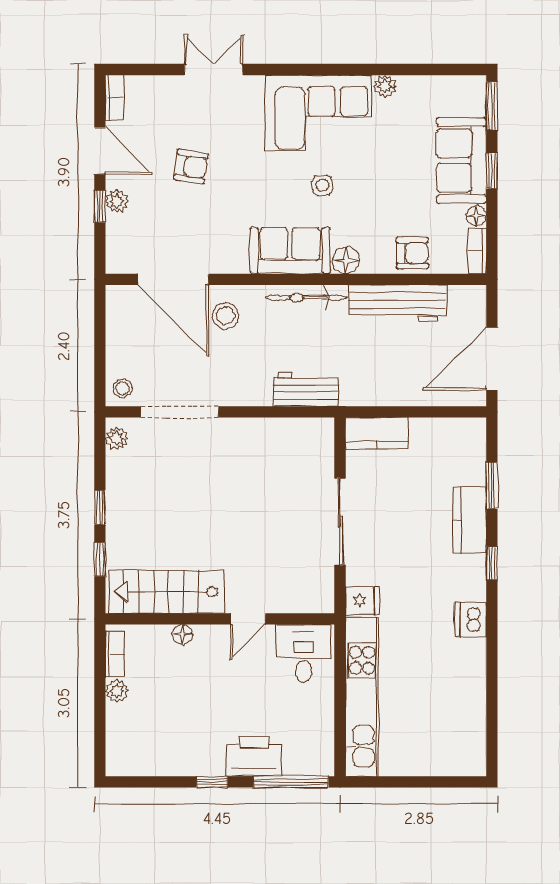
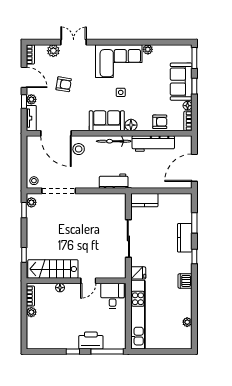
plant: (167, 89) -> (53, 51), added
tv unit: (117, 244) -> (31, 118), added
window: (100, 507) -> (24, 210), moved
plant: (475, 714) -> (187, 322), added

